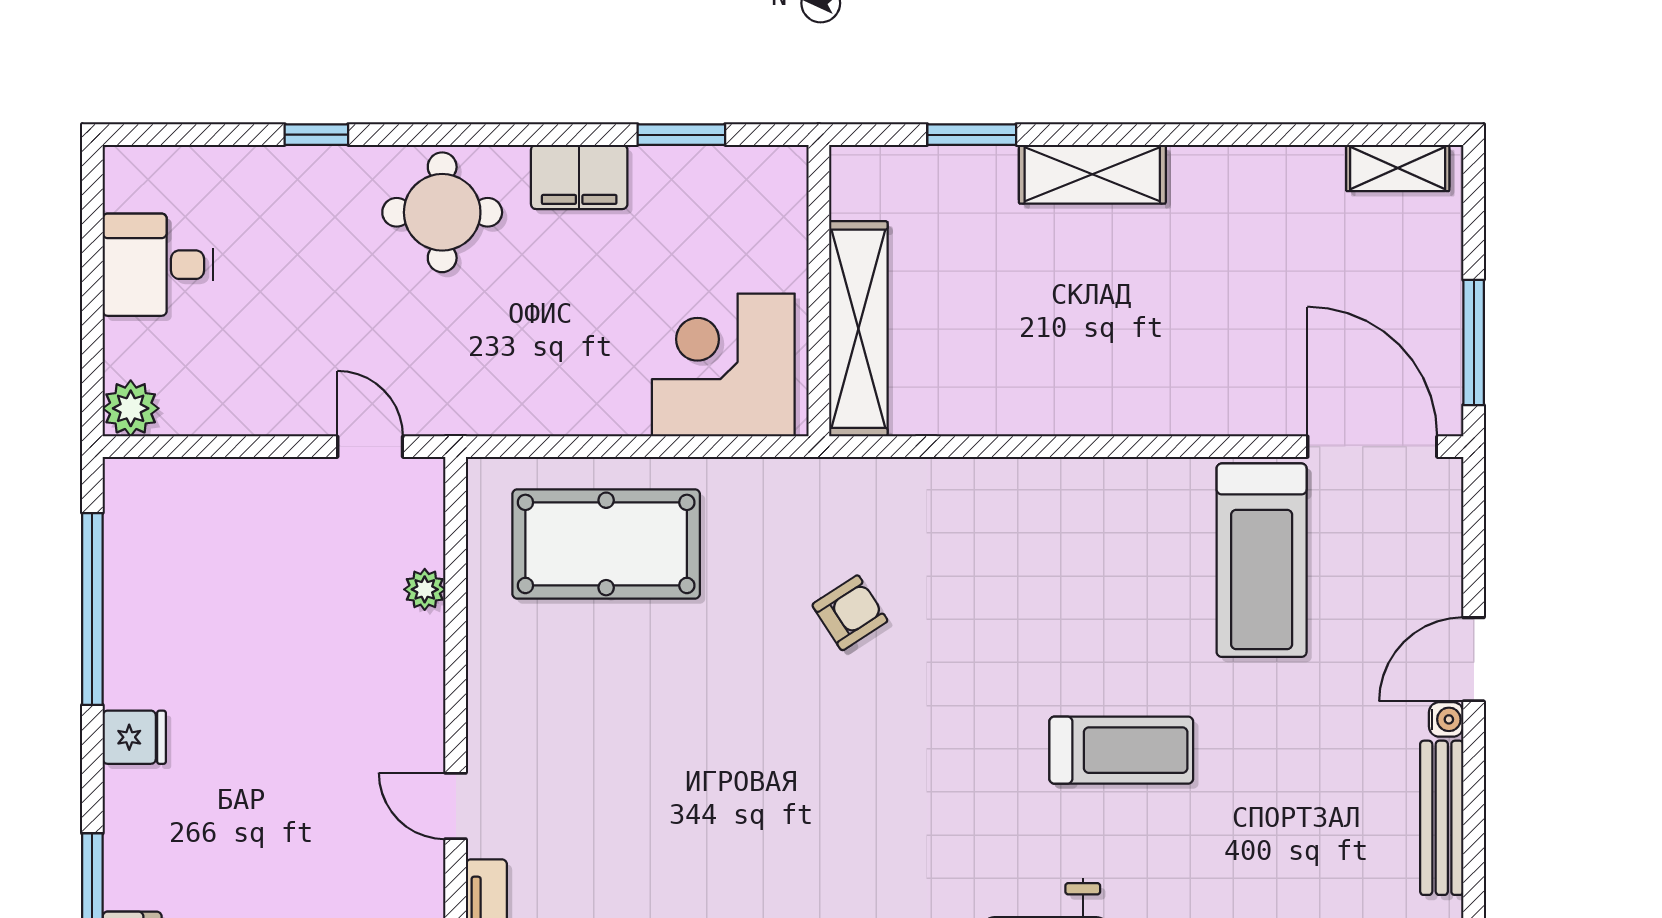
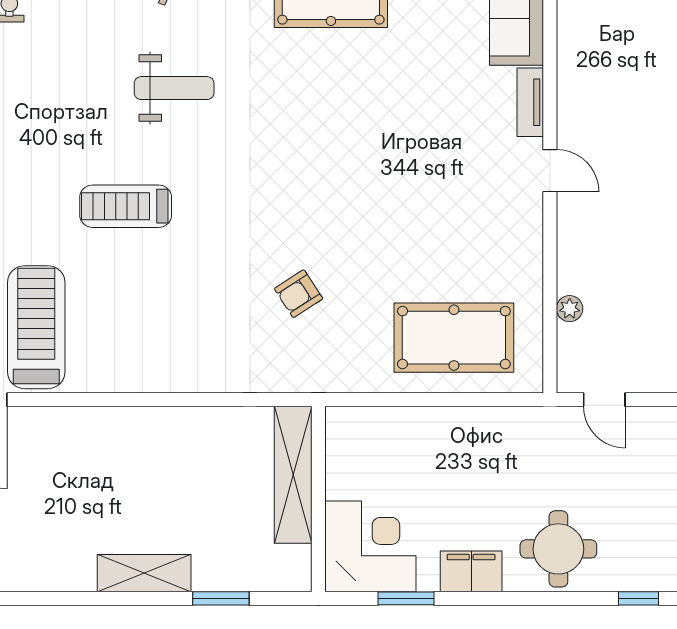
corner desk: (723, 365) -> (370, 546), moved, turned -90

